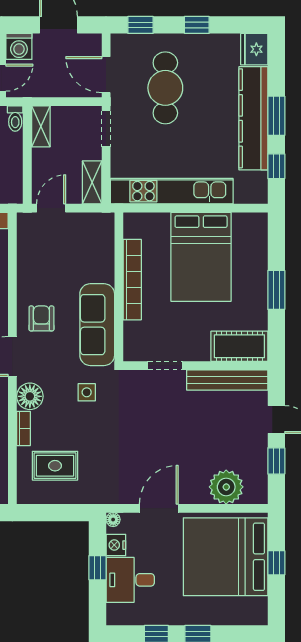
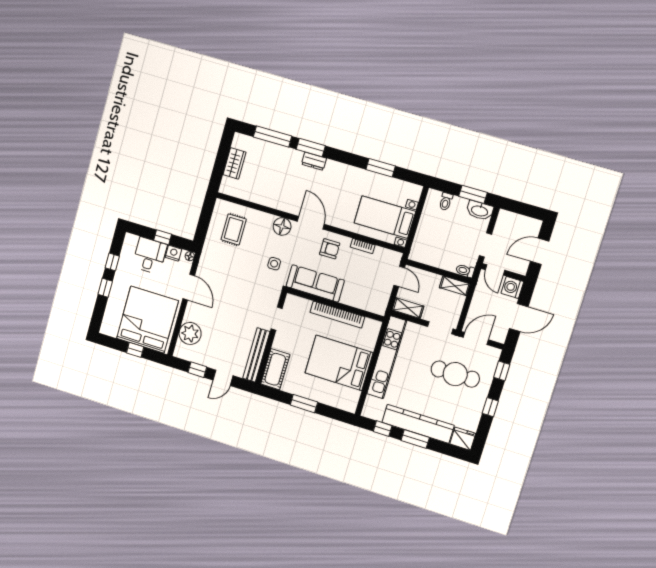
bookcase: (23, 428) -> (363, 246), moved

